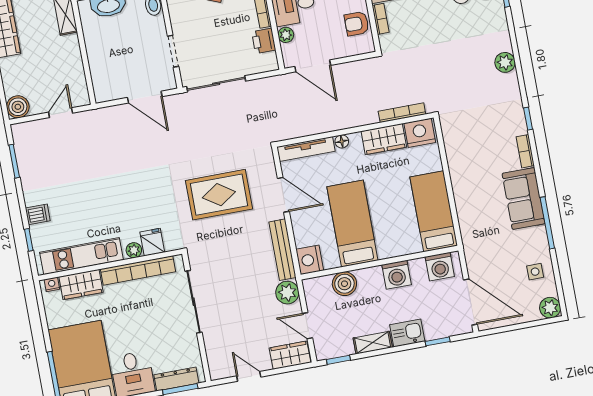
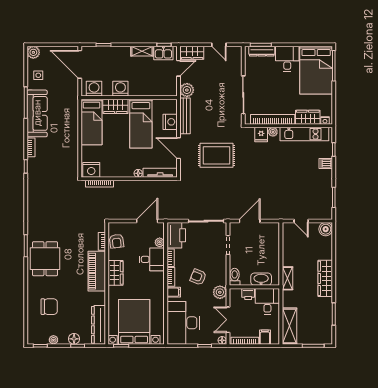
armchair: (357, 24) -> (117, 241), turned 83
printer: (264, 41) -> (176, 235), width x1.87, depth x1.48
plant: (505, 62) -> (33, 202), removed
door: (313, 66) -> (147, 221), hinge flipped
door: (145, 97) -> (250, 221), hinge flipped
door: (61, 113) -> (301, 221), hinge flipped
wardrobe: (384, 139) -> (115, 106), moved, turned 180
sofa: (524, 199) -> (37, 113), width x1.36
nightstand: (310, 260) -> (170, 122), moved
boiler: (344, 284) -> (152, 89), removed
door: (308, 326) -> (179, 68), hinge flipped
kitchen sink: (407, 333) -> (163, 53), moved

